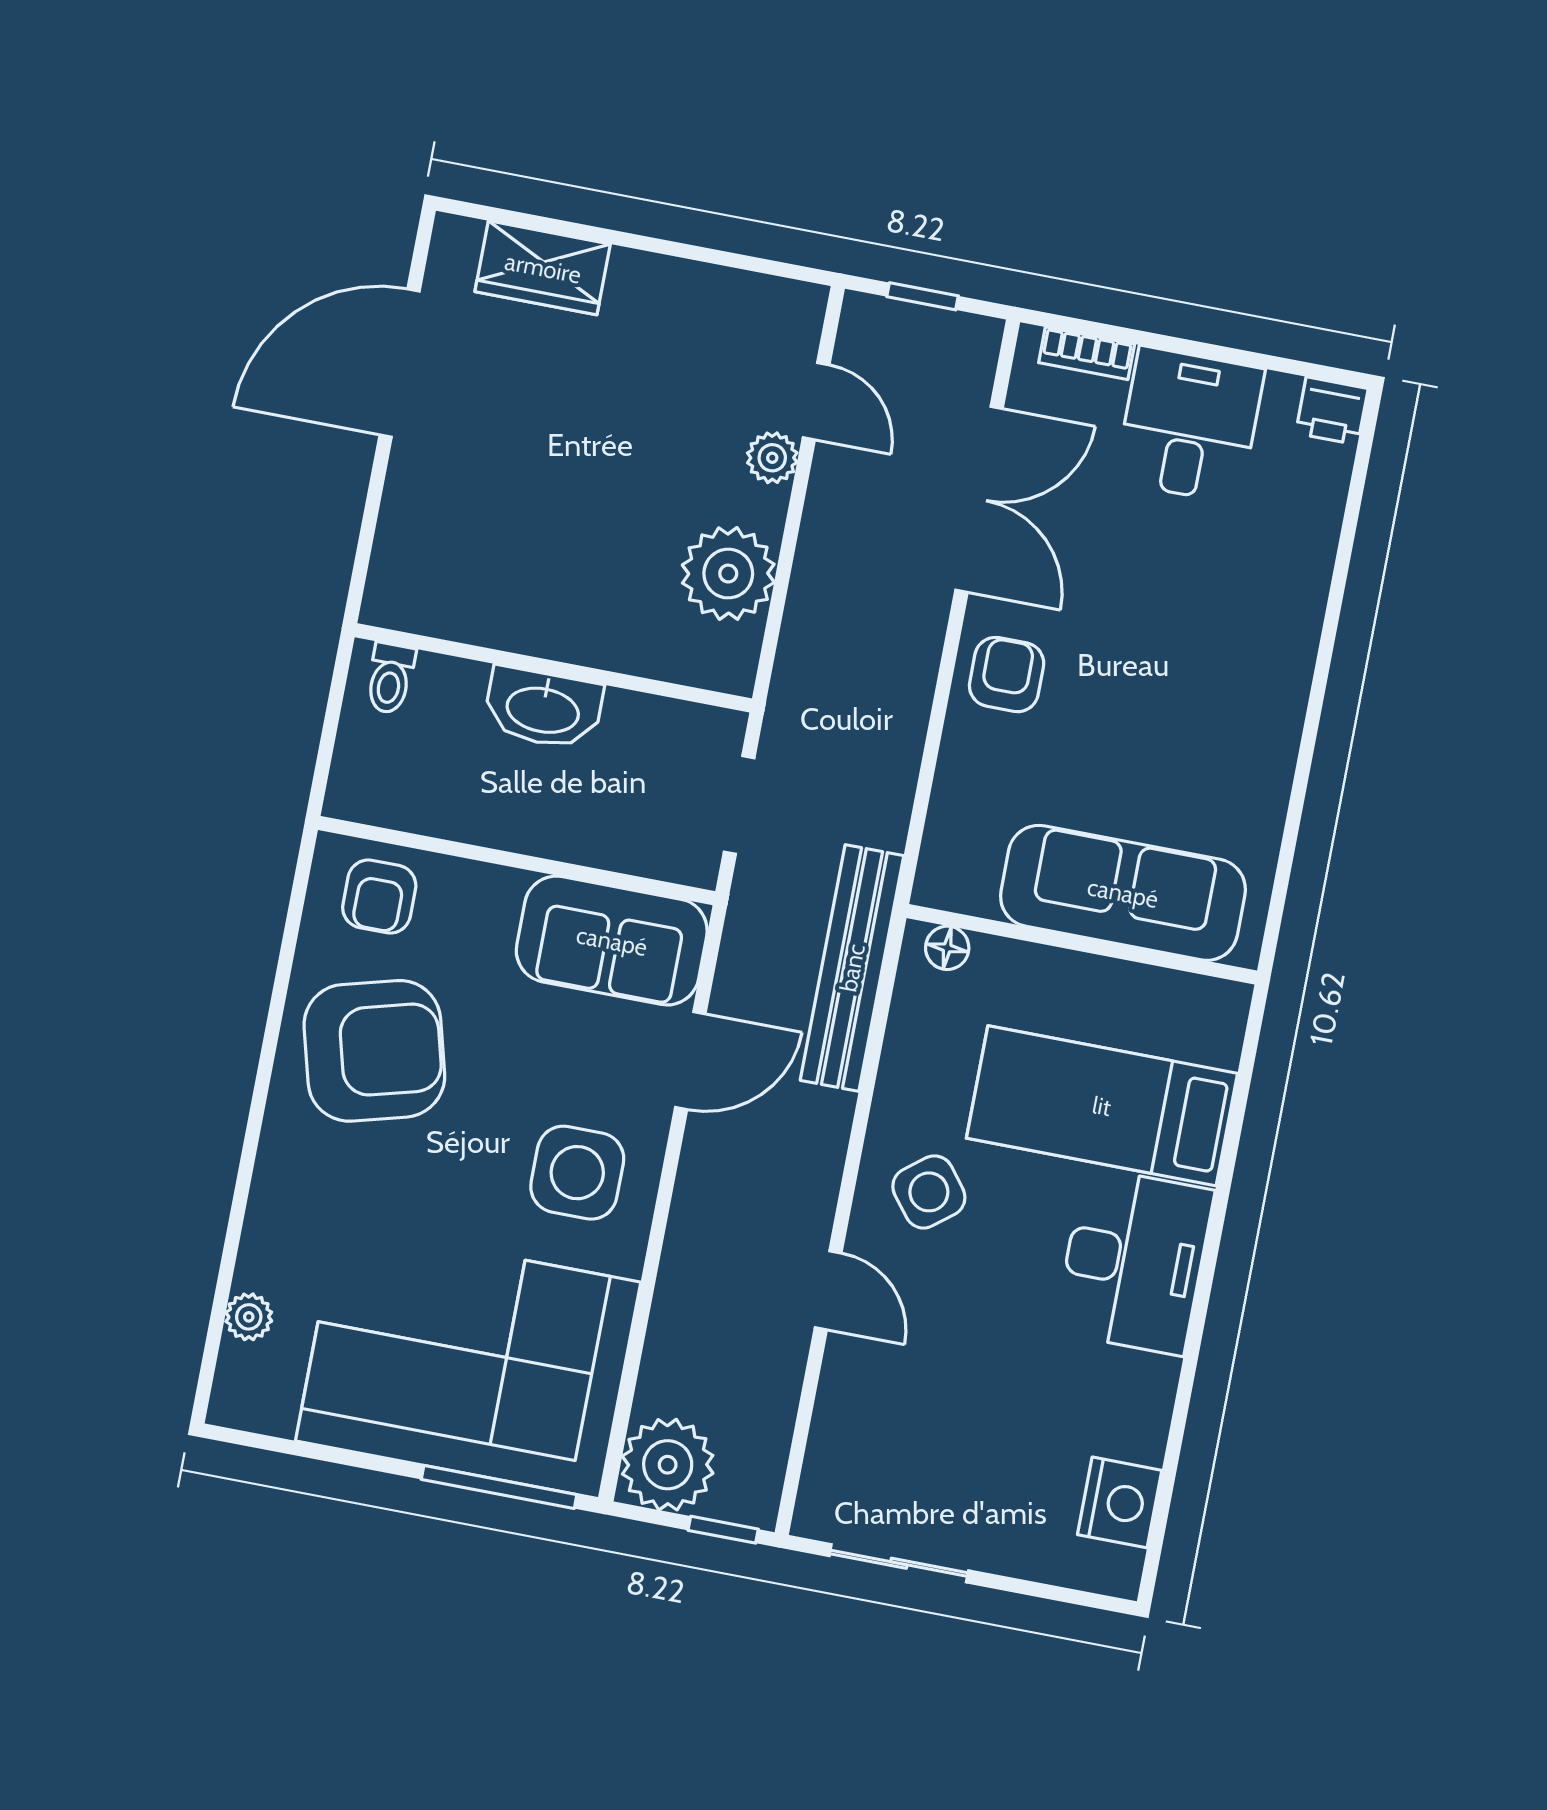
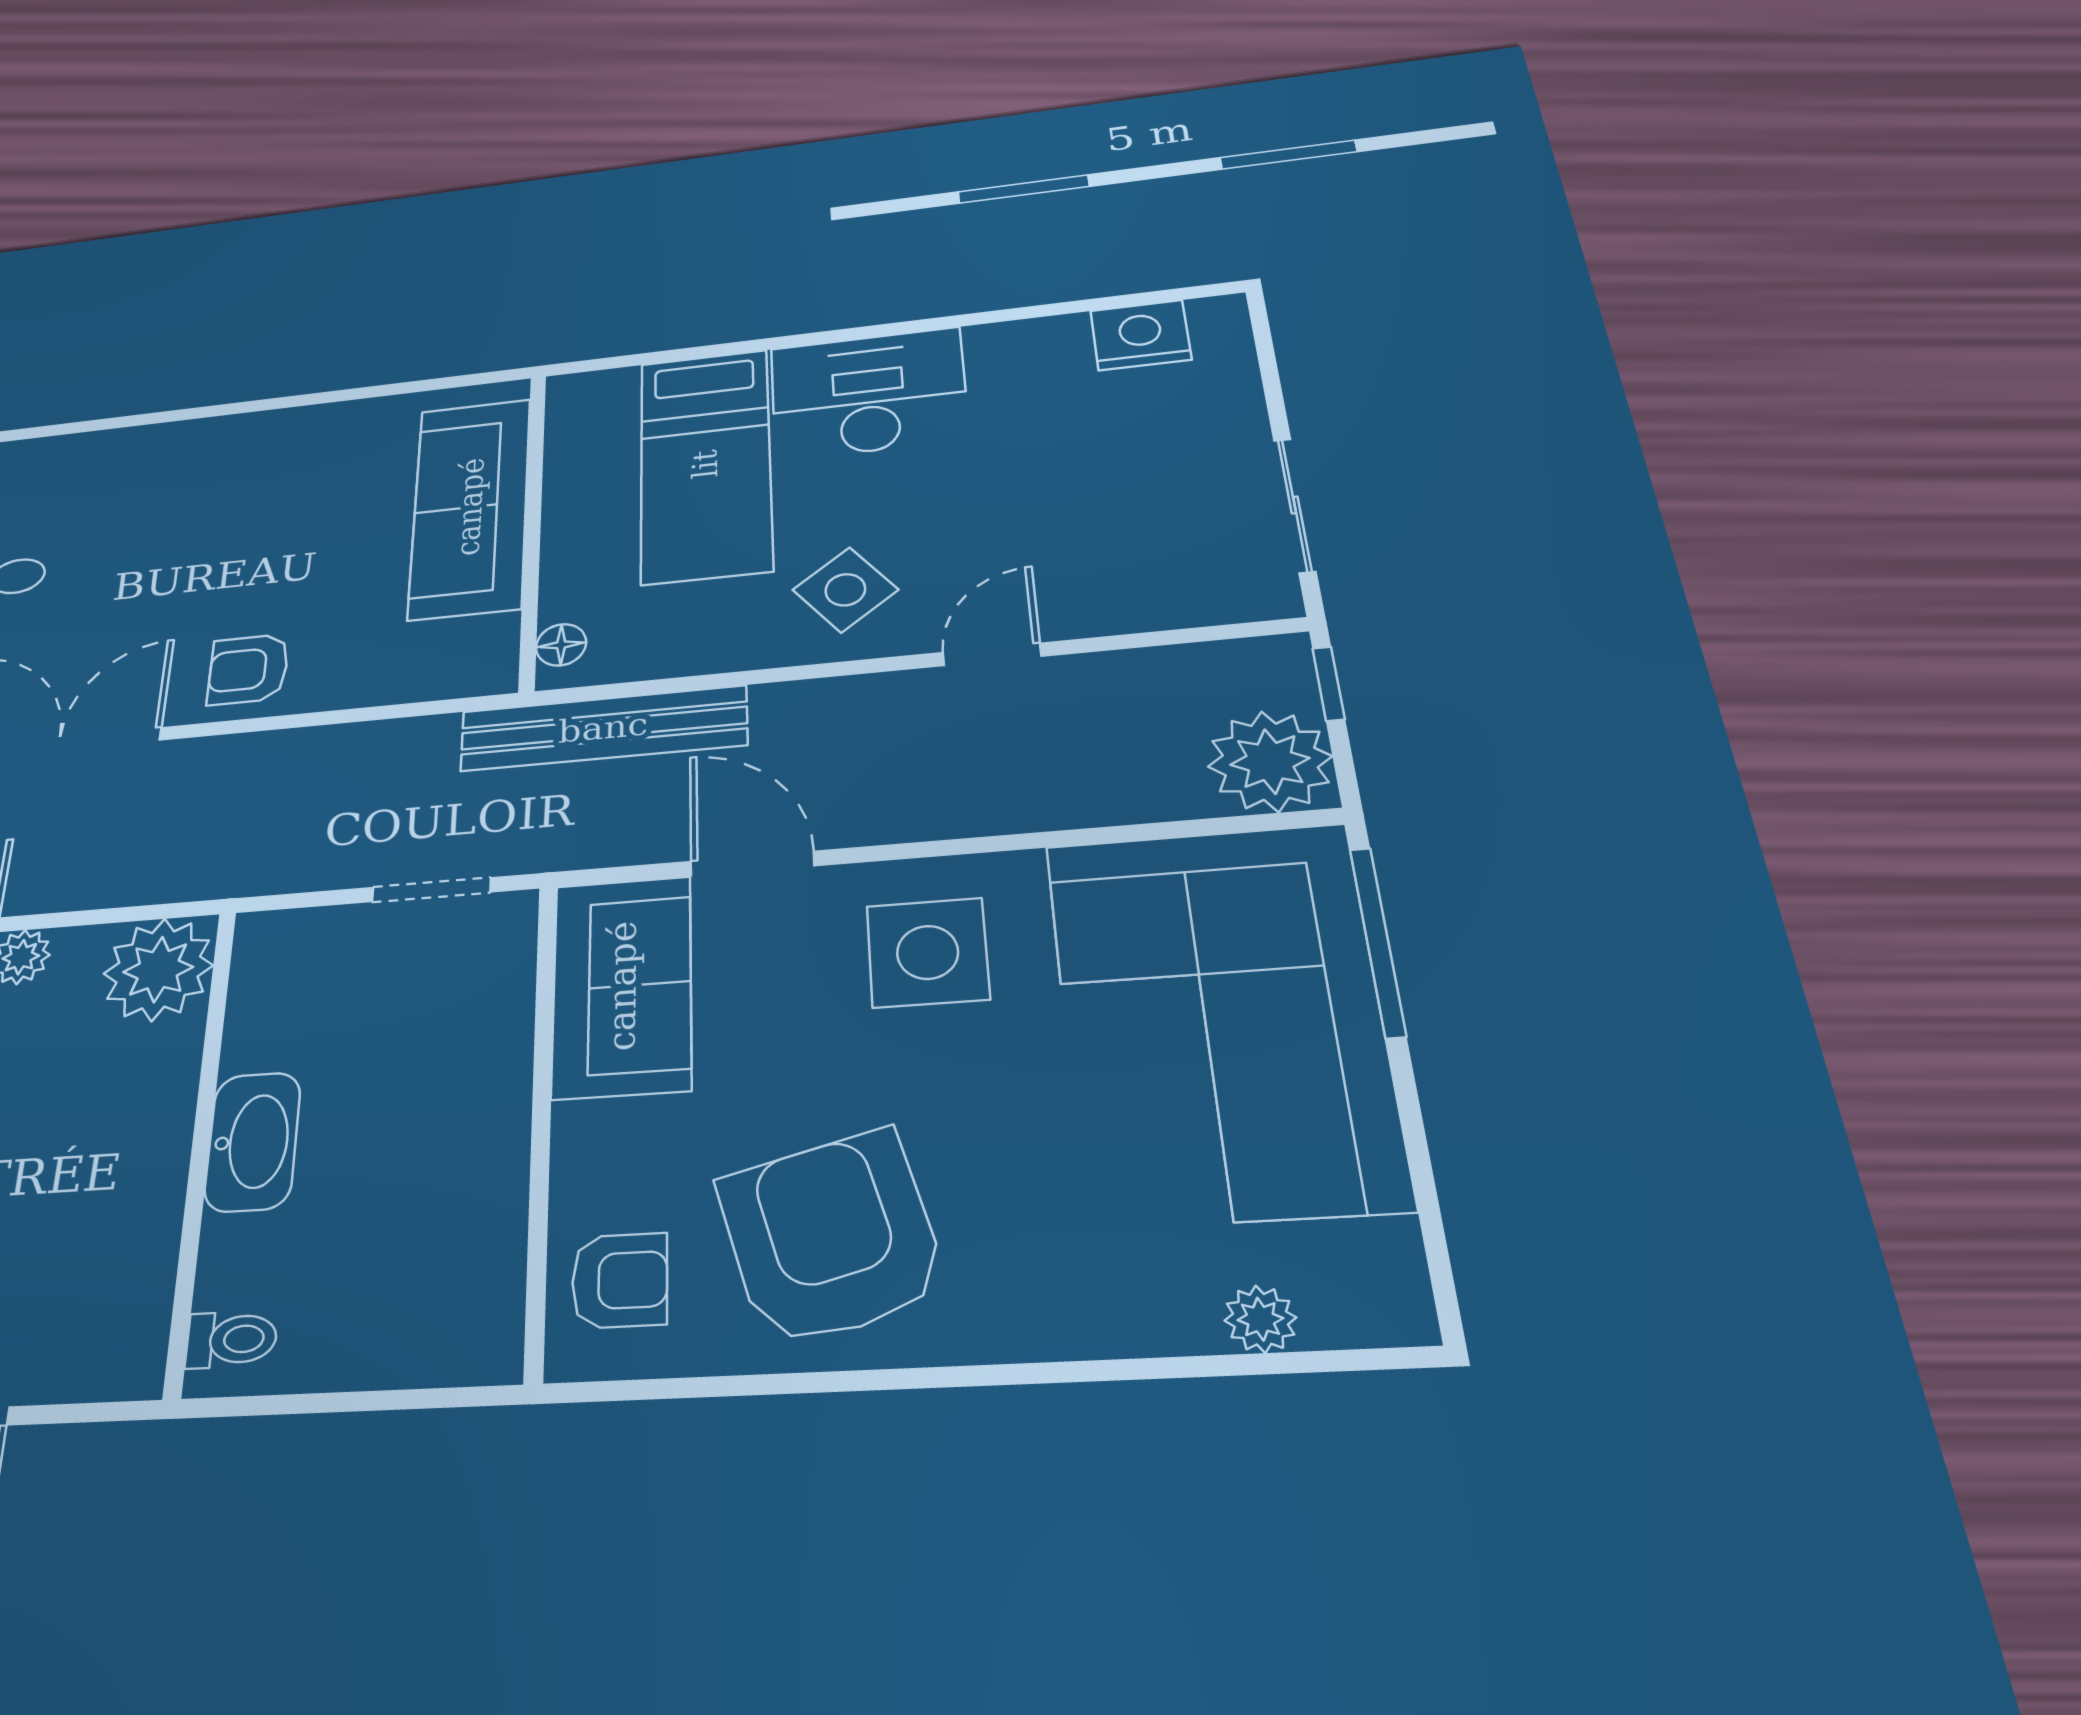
wall: (553, 668) -> (201, 1142), moved
toilet: (390, 678) -> (231, 1339), moved
washbasin: (543, 708) -> (253, 1142), moved

